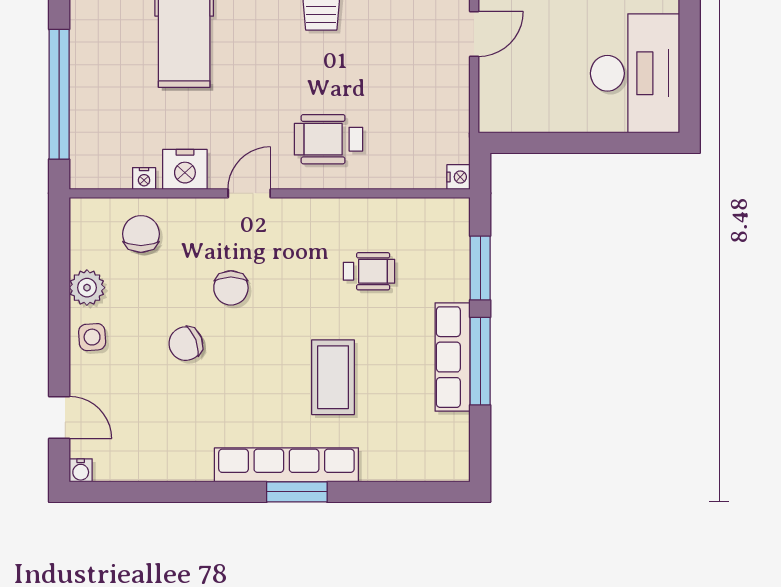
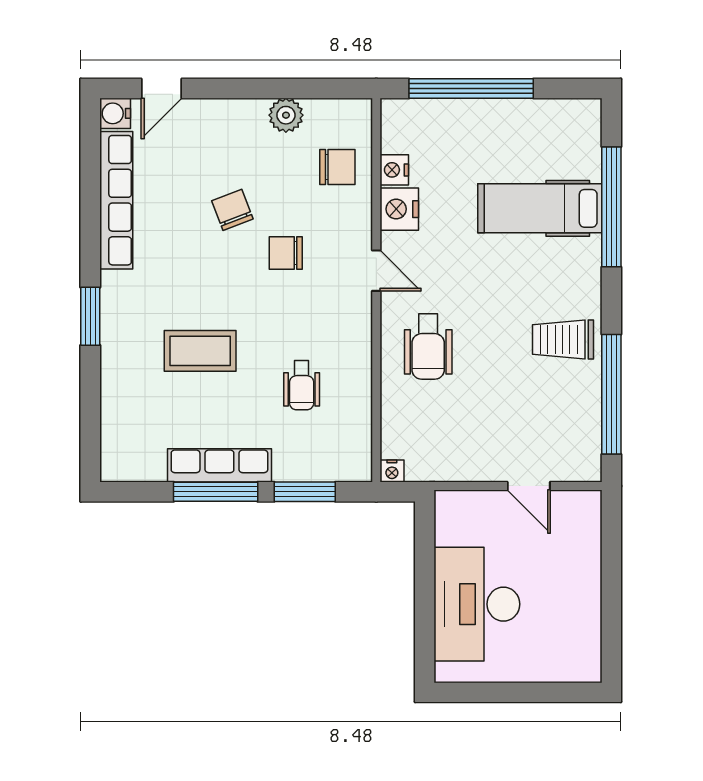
desk: (635, 73) -> (477, 604), moved, turned 90
wheelchair: (329, 139) -> (428, 347), turned 180
nightstand: (144, 178) -> (394, 170), width x1.39, depth x1.35
side table: (92, 337) -> (239, 120), removed
row of seats: (286, 465) -> (116, 200), moved
water cooler: (81, 470) -> (115, 113), width x1.38, depth x1.38

